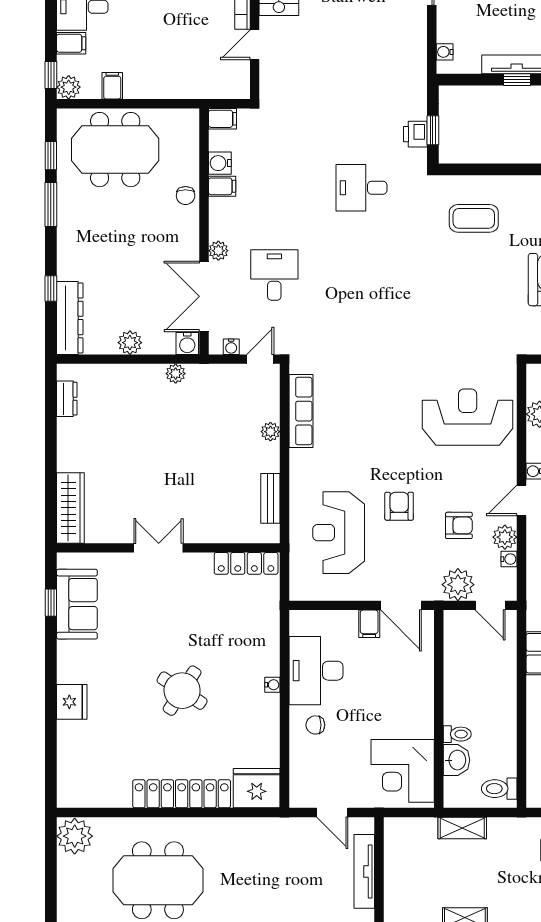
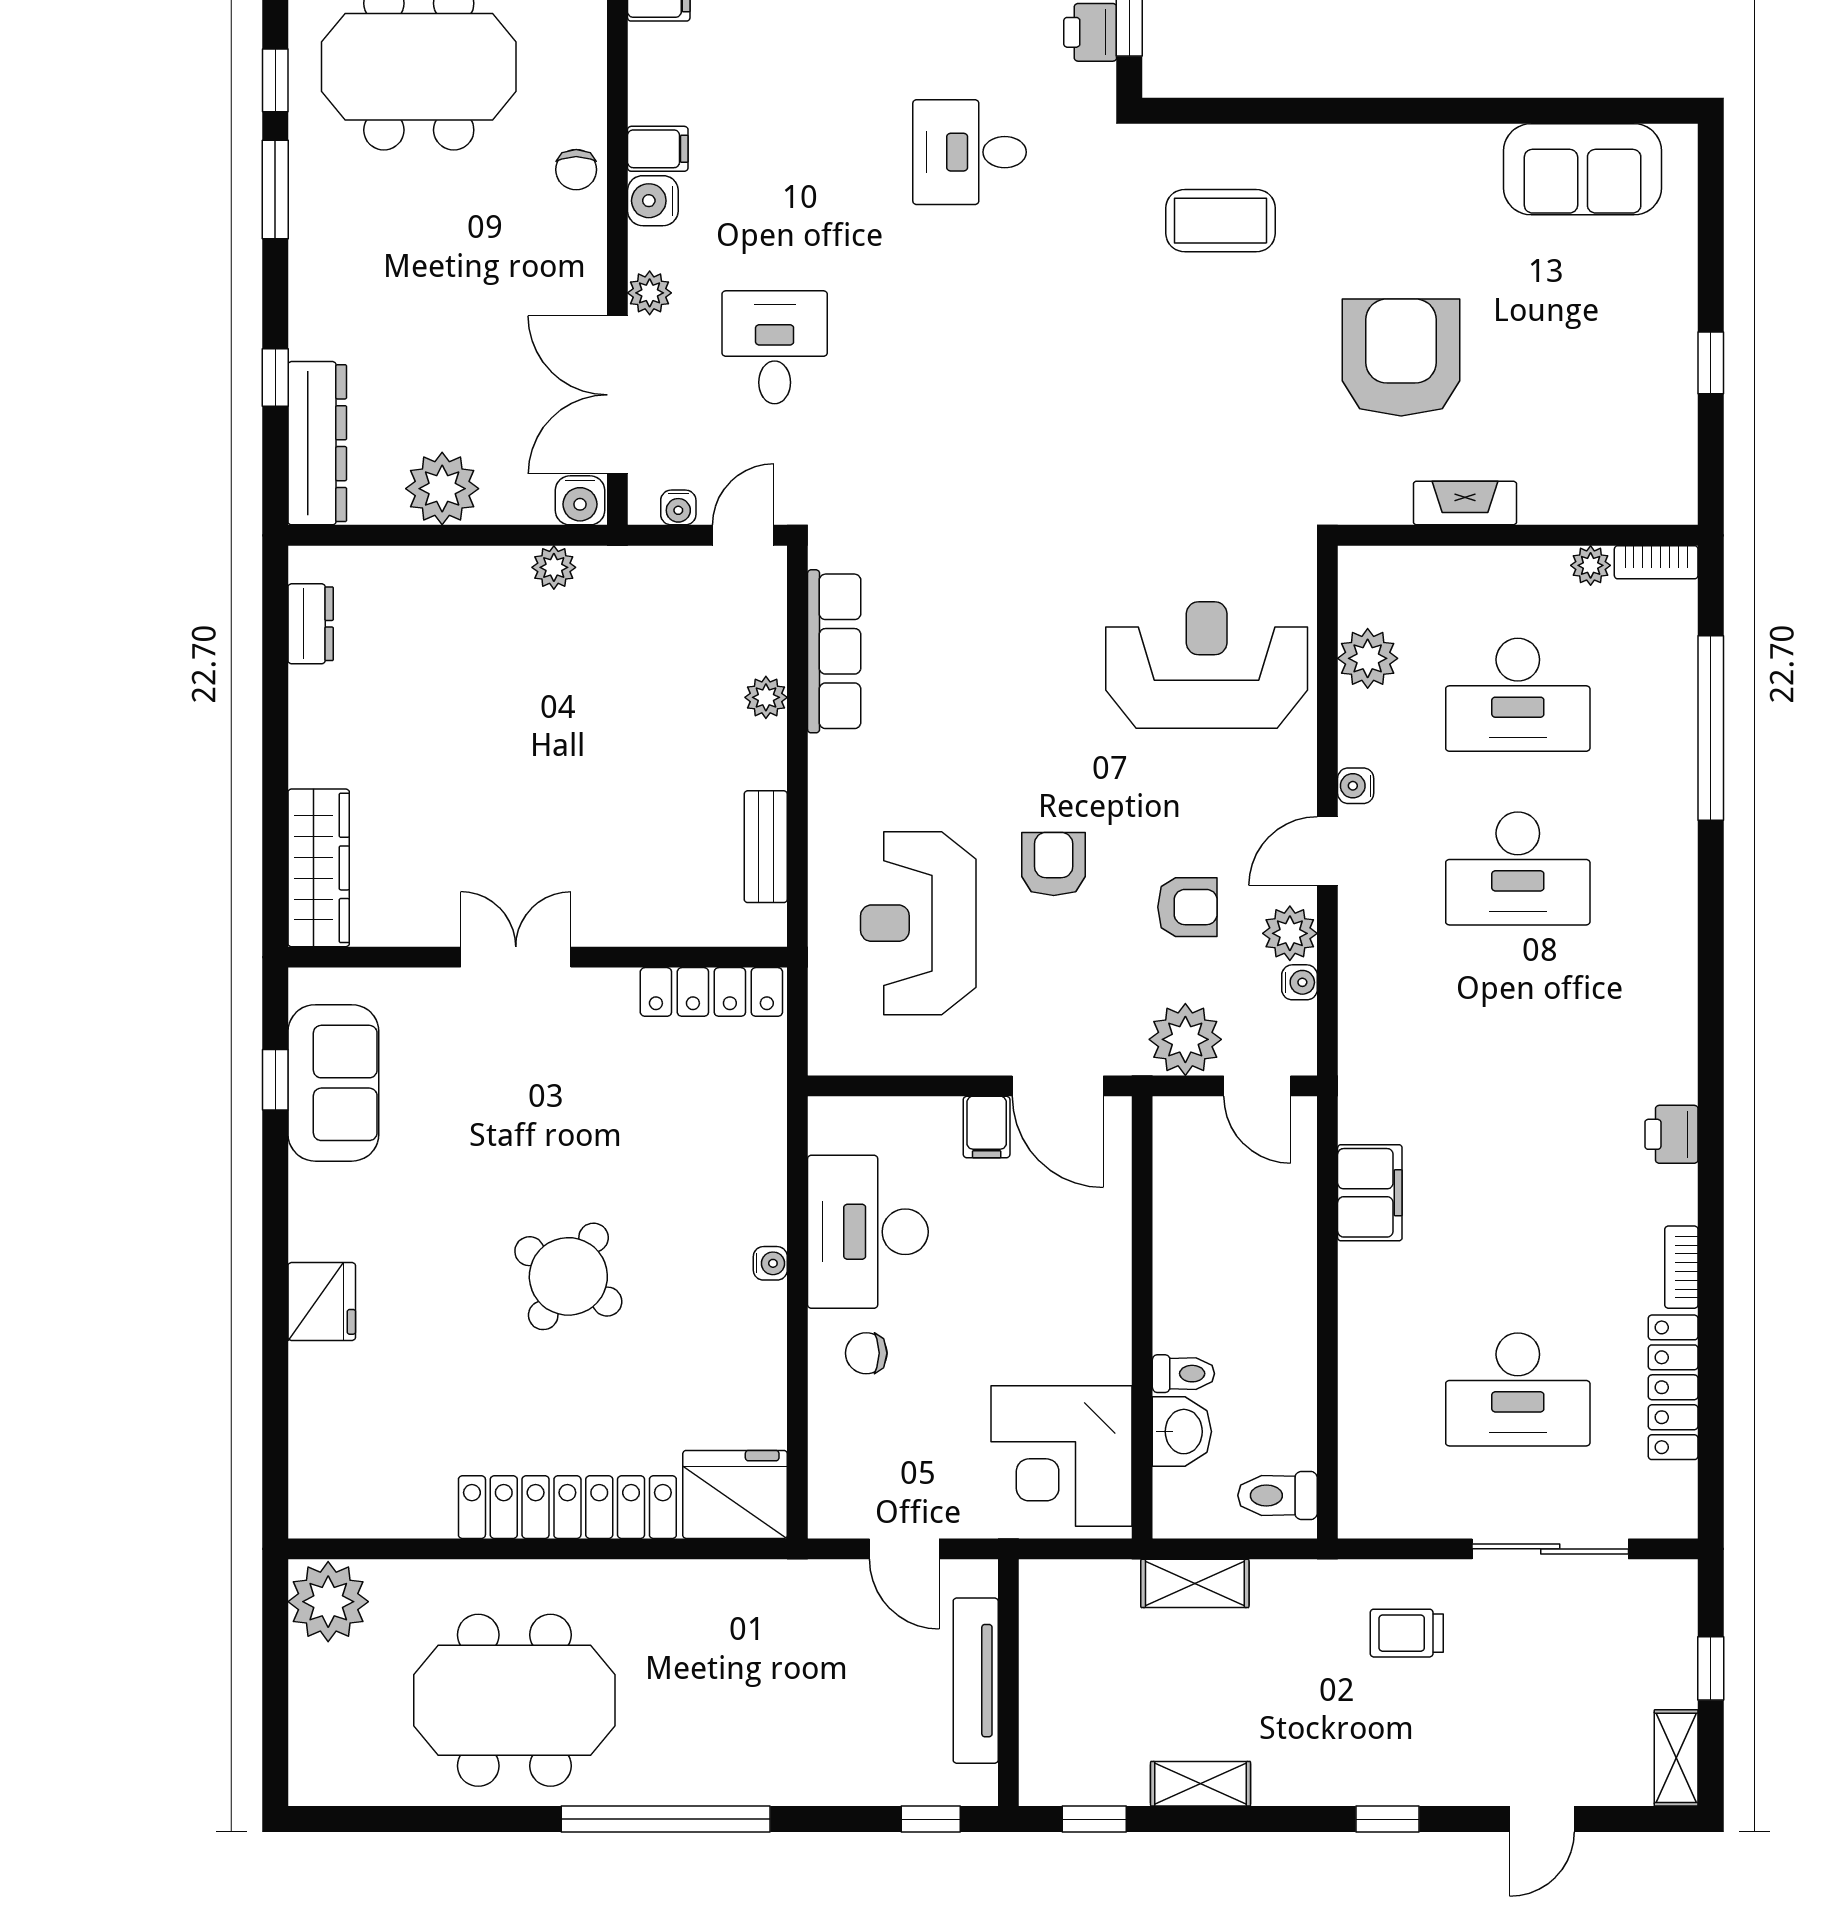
water cooler: (220, 163) -> (653, 201), moved
plant: (130, 343) -> (442, 489), width x1.36, depth x1.36

